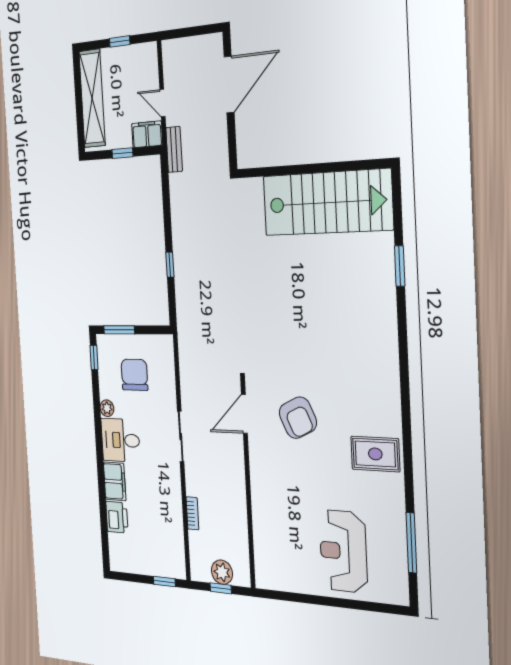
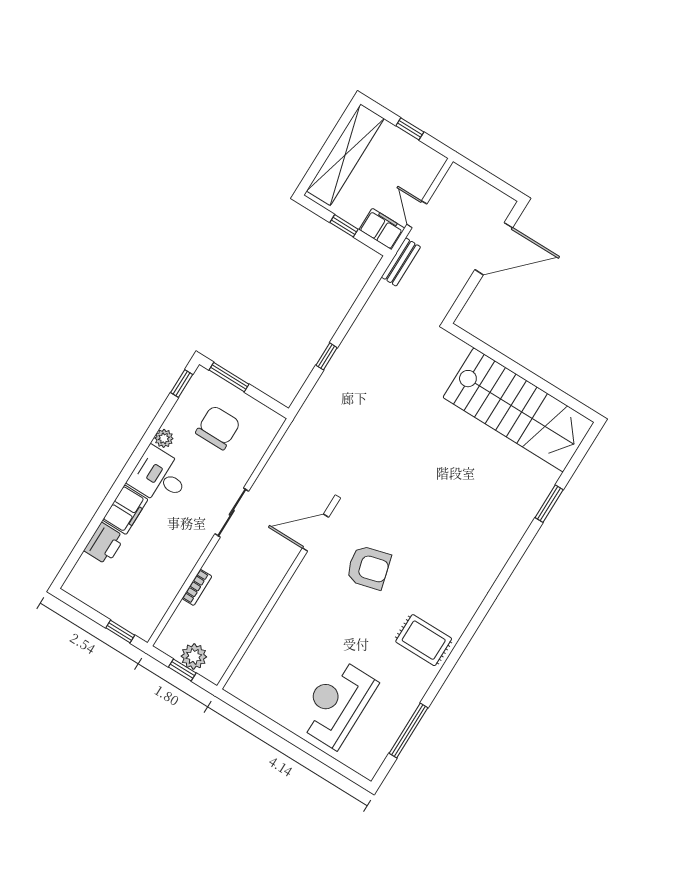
armchair: (298, 418) -> (368, 567), turned -80

